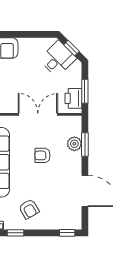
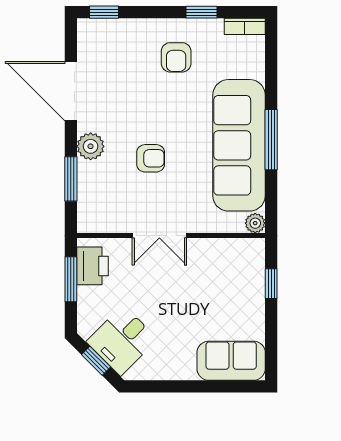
double door: (38, 114) -> (159, 236), width x0.73
plant: (74, 144) -> (91, 146), moved
armchair: (29, 209) -> (176, 57), turned -150

